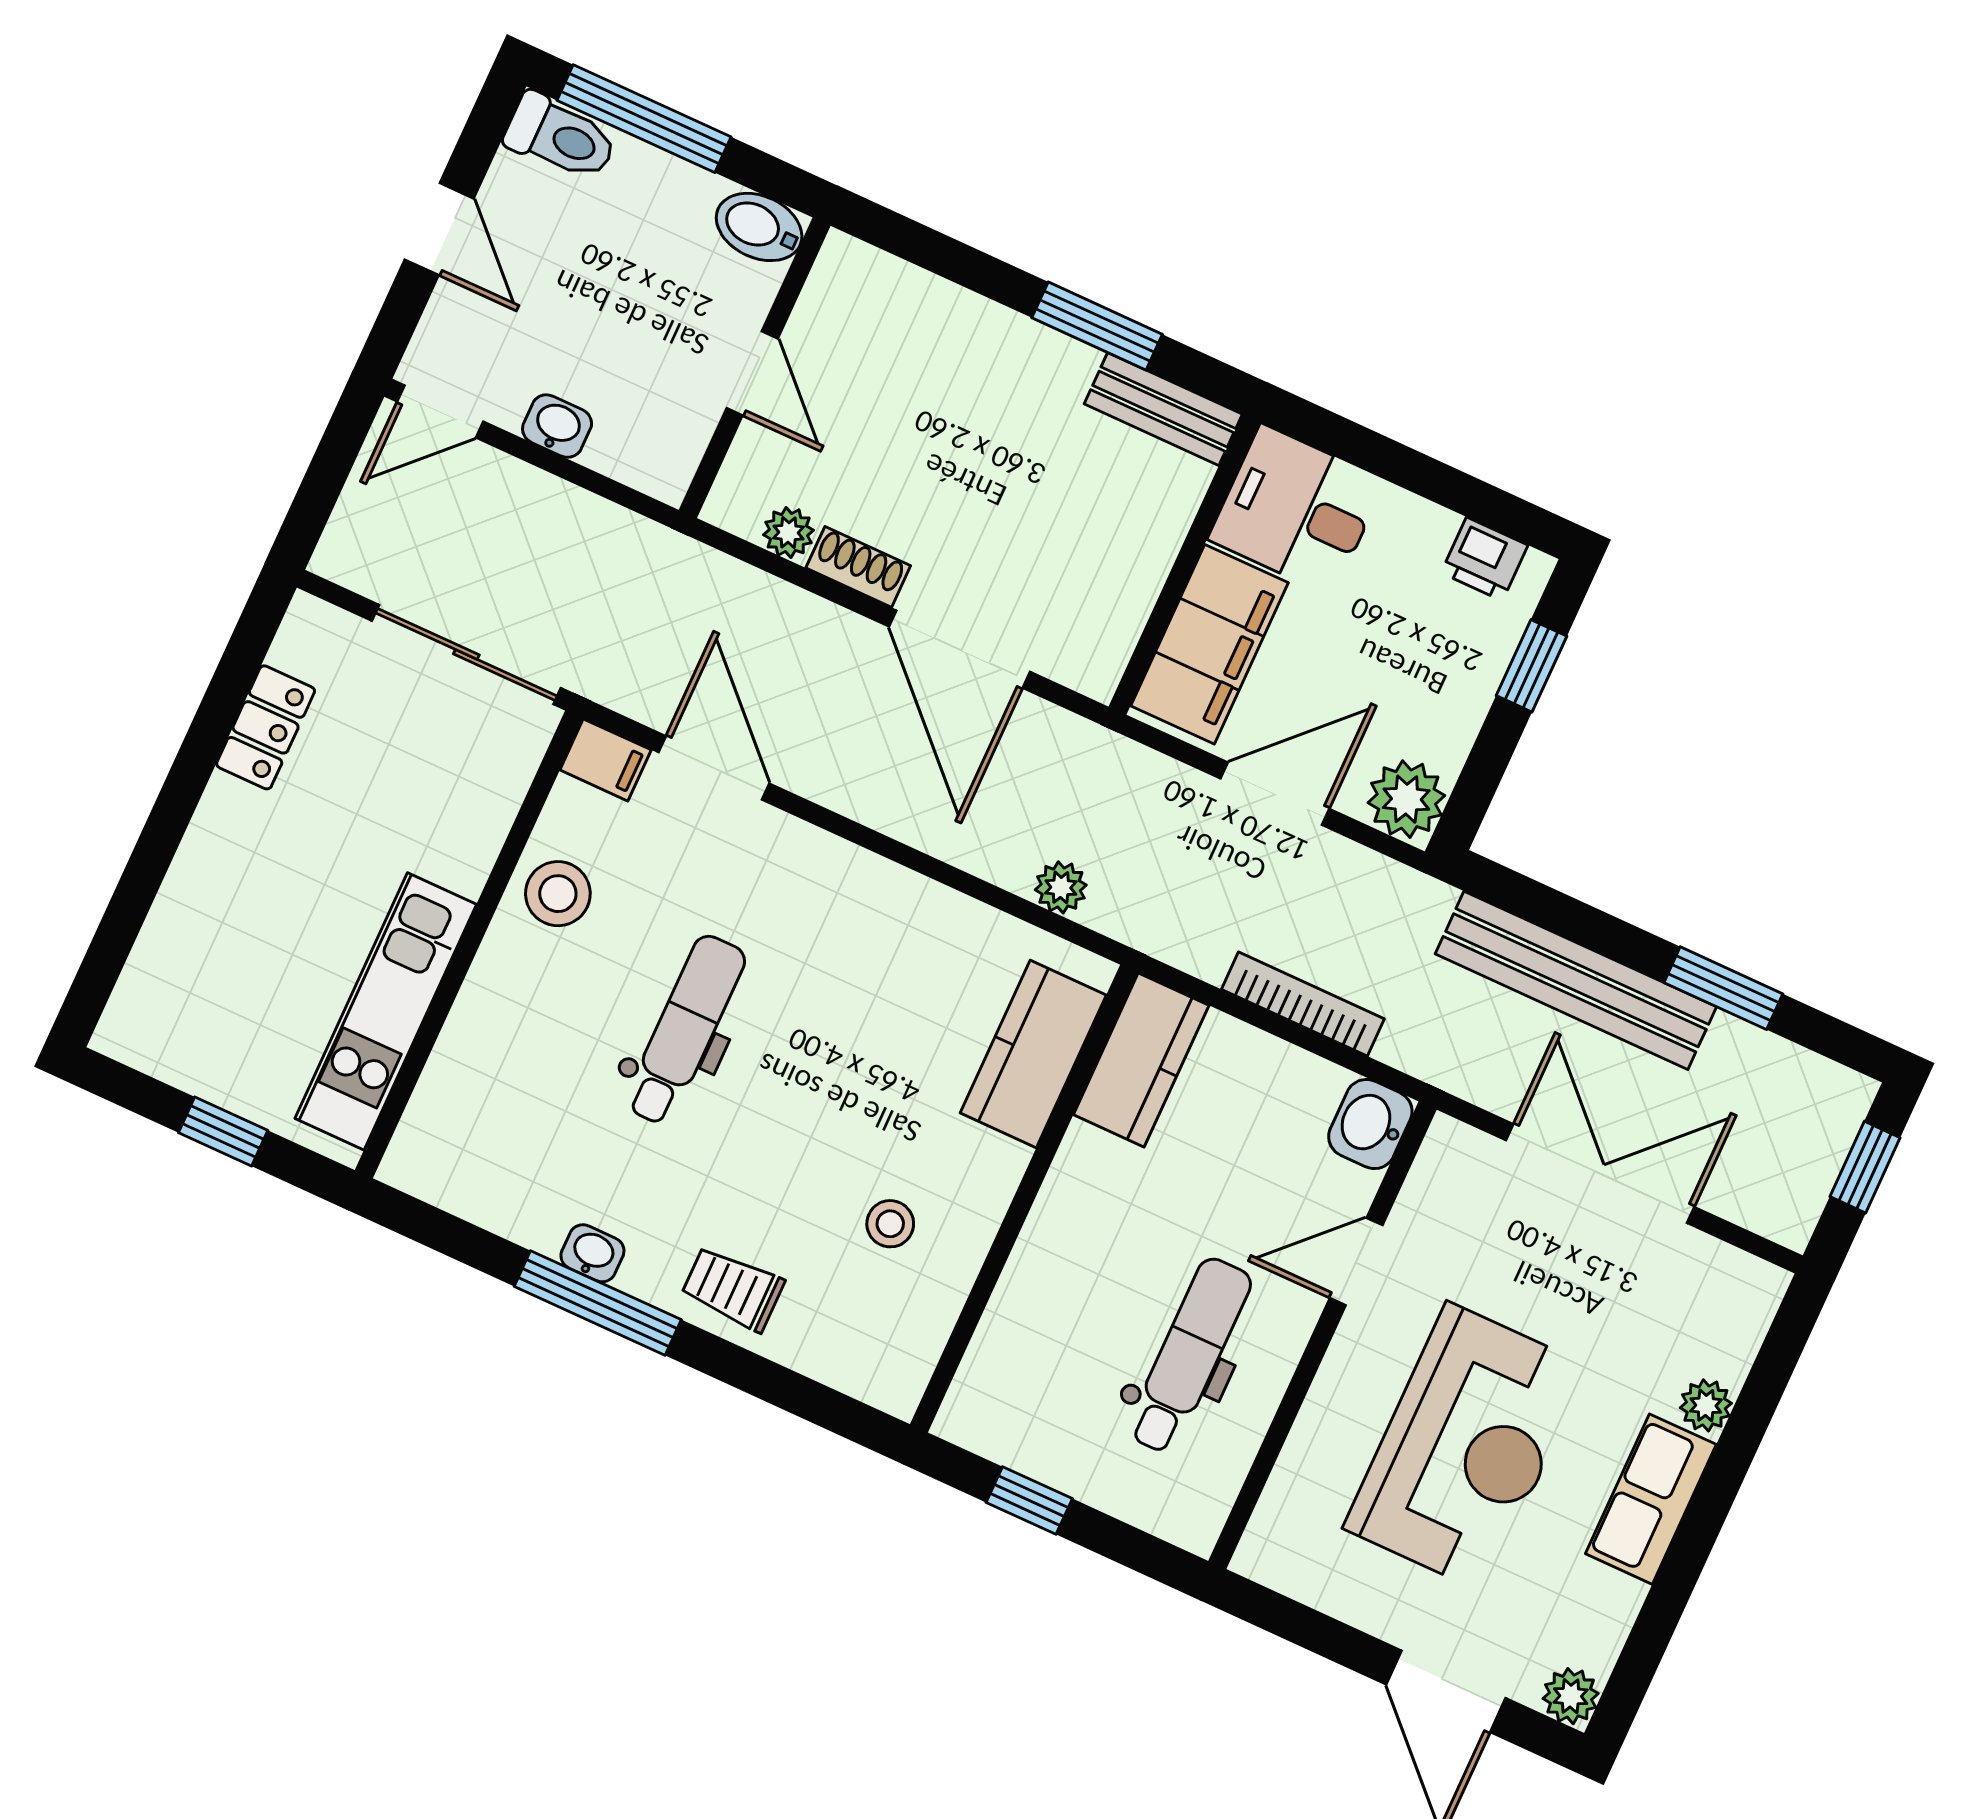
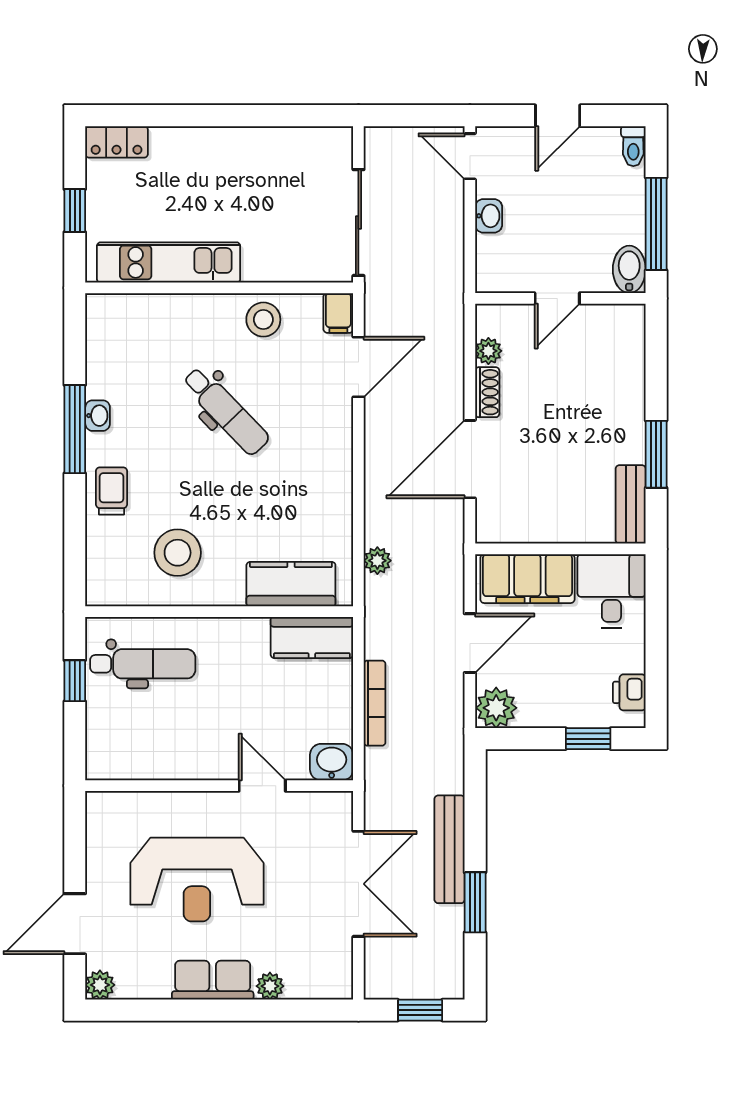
window: (644, 119) -> (656, 224), moved
toilet: (561, 137) -> (633, 146), width x0.73, depth x0.72
locker: (266, 727) -> (117, 142), moved
door: (1275, 794) -> (470, 643), hinge flipped
bench: (1576, 980) -> (450, 849), width x0.73, depth x0.82
dental chair: (685, 1030) -> (226, 411), turned 46
stool: (890, 1224) -> (178, 553), width x1.89, depth x1.89
dental chair: (1189, 1355) -> (143, 664), moved

